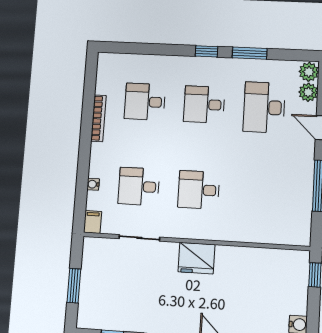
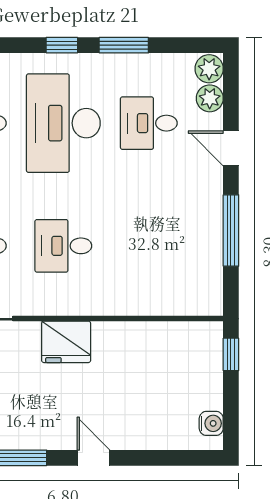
desk: (204, 105) -> (63, 123), width x1.87, depth x1.30
desk: (264, 107) -> (149, 123), width x0.73

